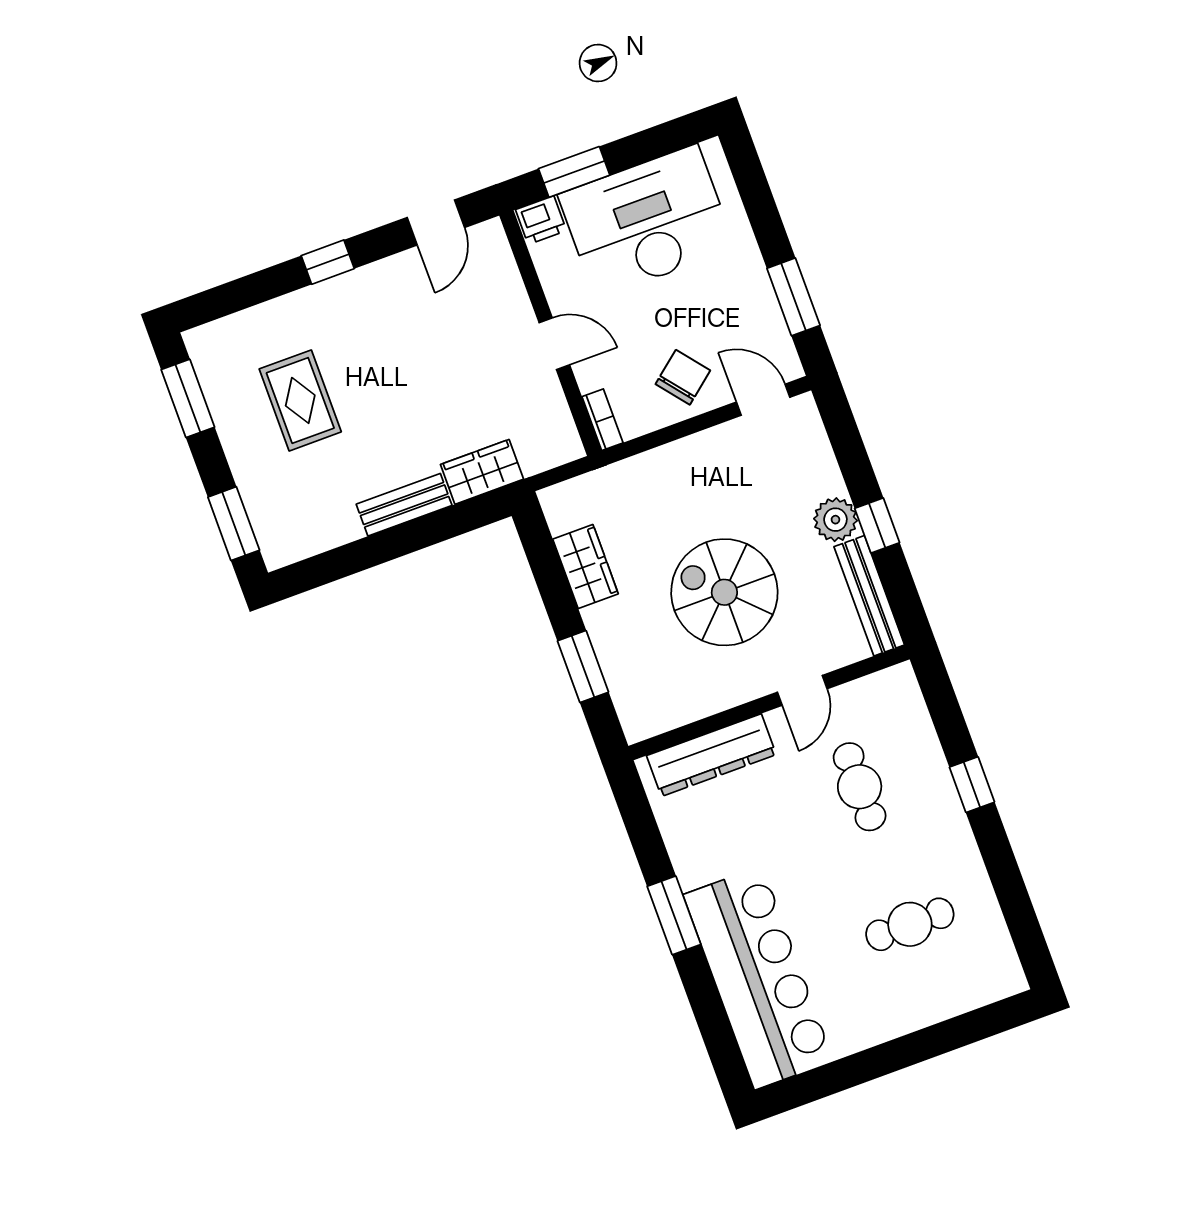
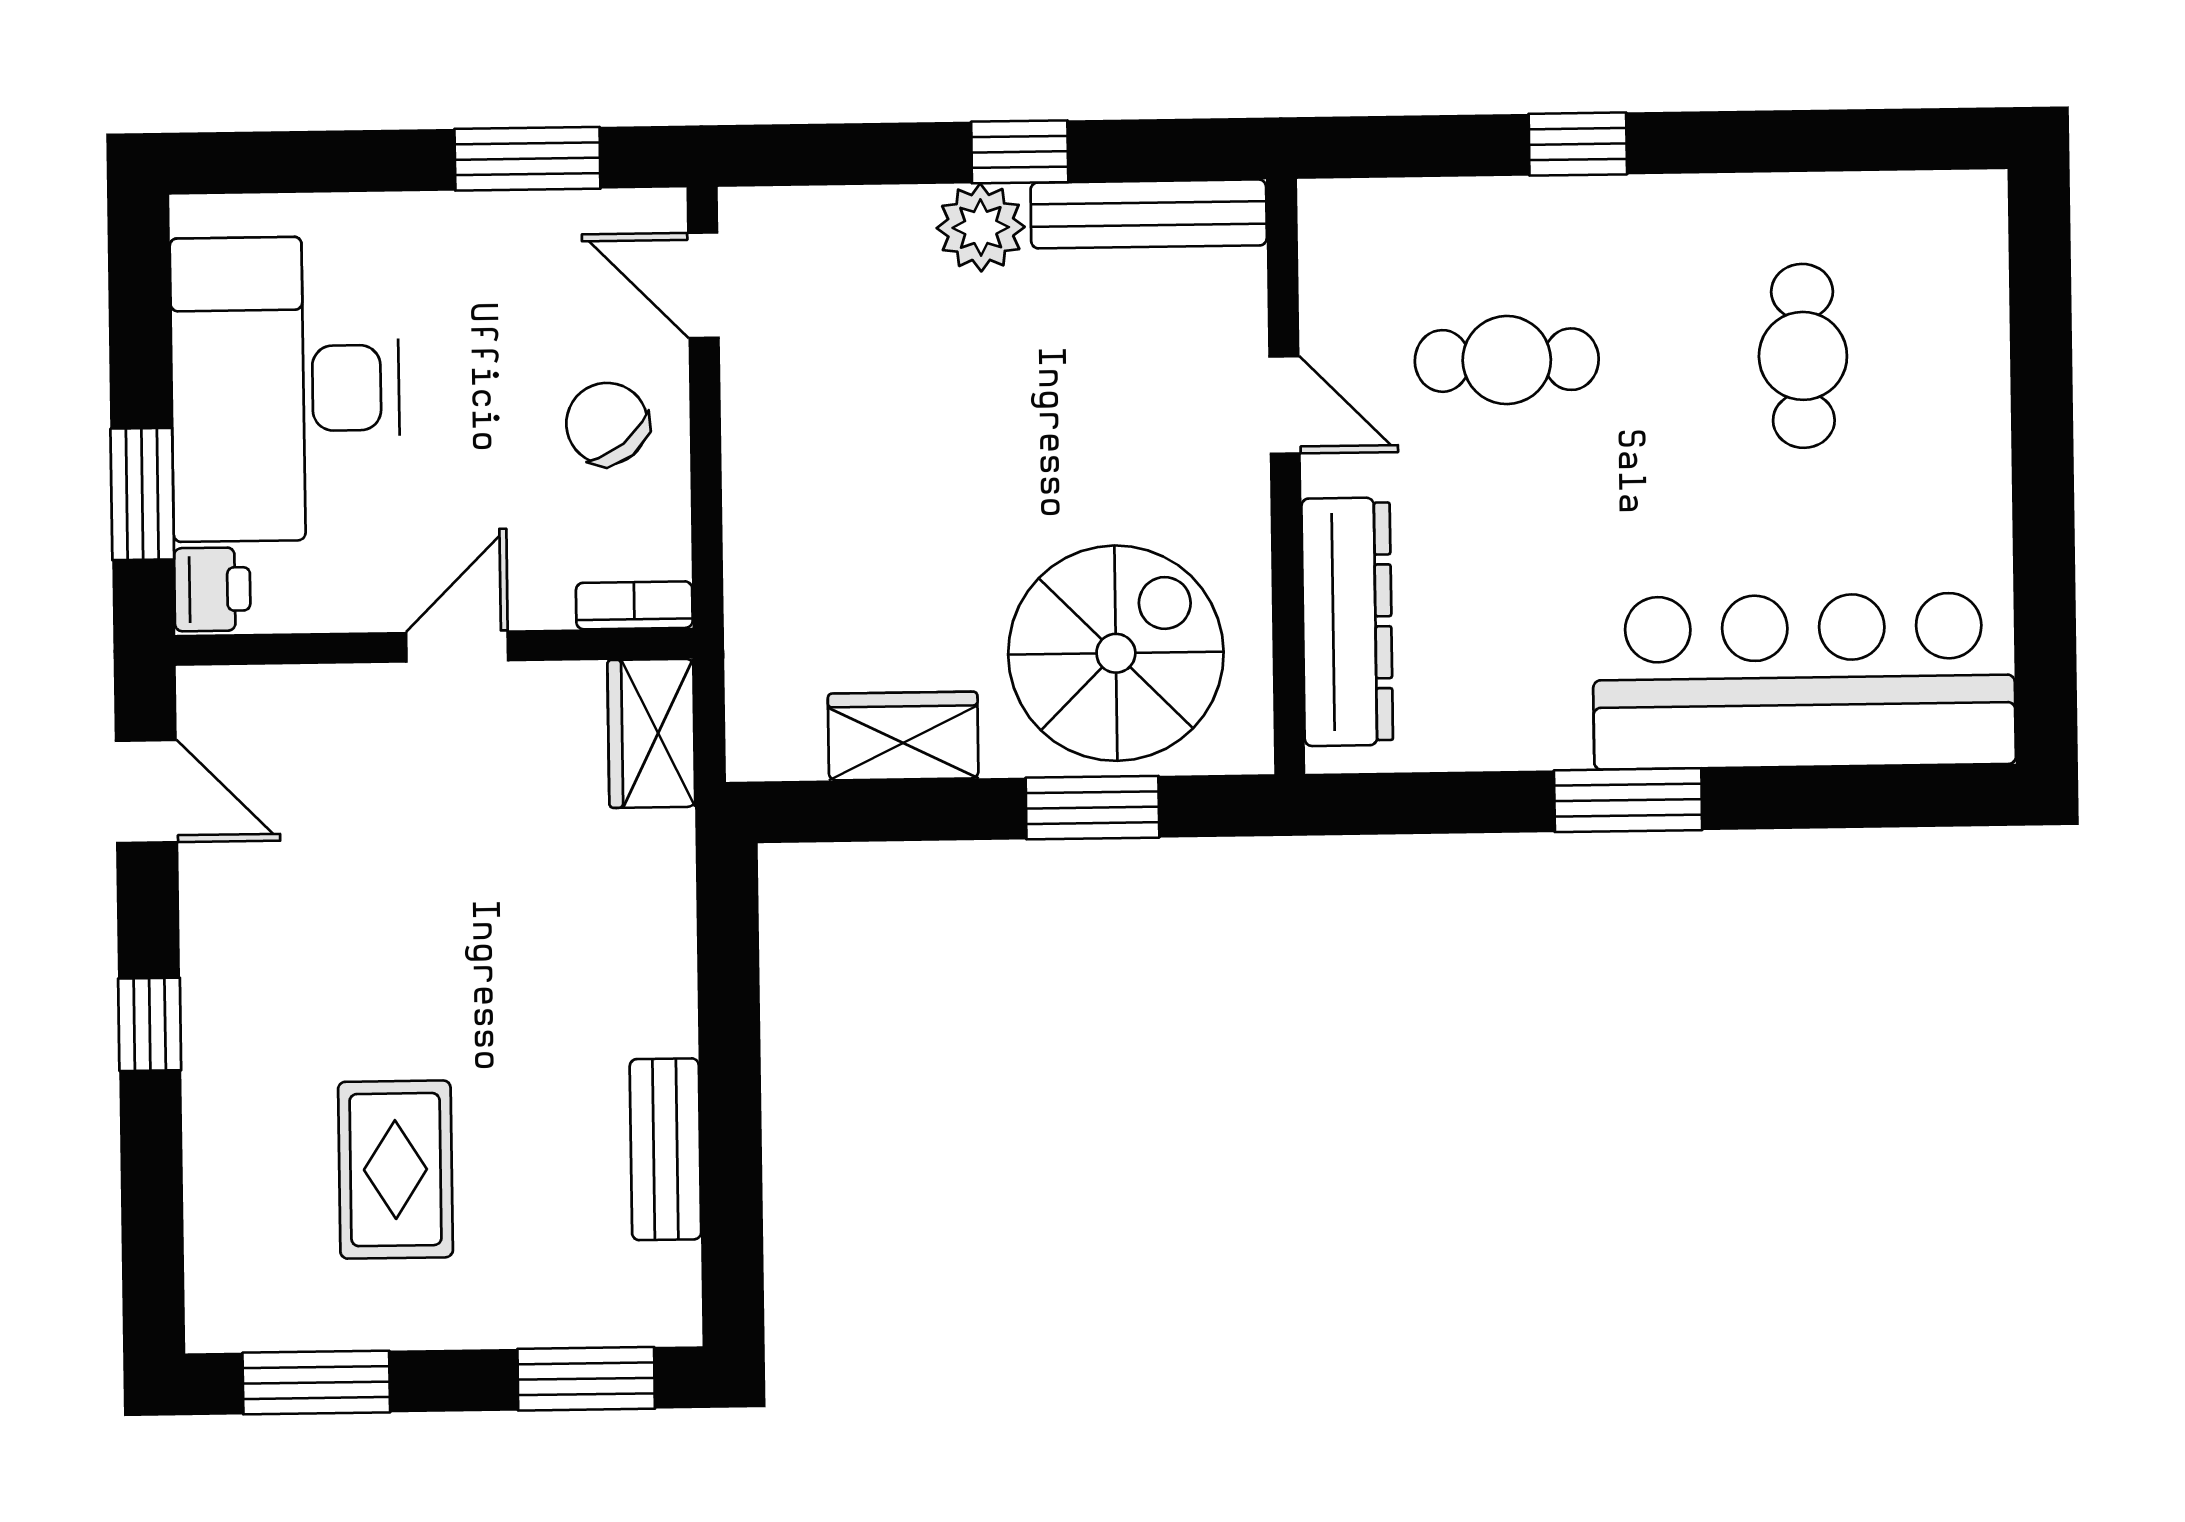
rug: (300, 400) -> (395, 1170), turned 90
door: (763, 400) -> (703, 285), hinge flipped
wardrobe: (482, 472) -> (651, 733), moved
bench: (404, 505) -> (665, 1149), moved
spiral stairs: (724, 592) -> (1116, 653), moved, turned 180

